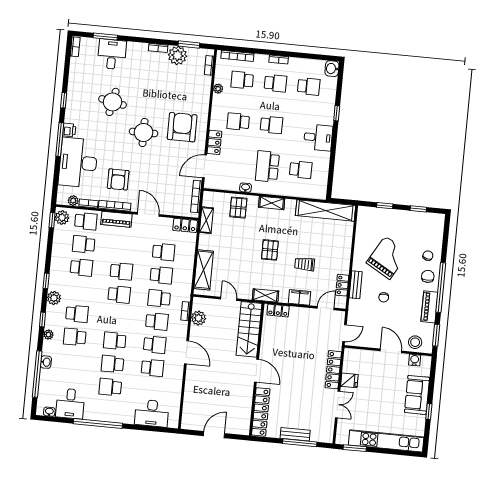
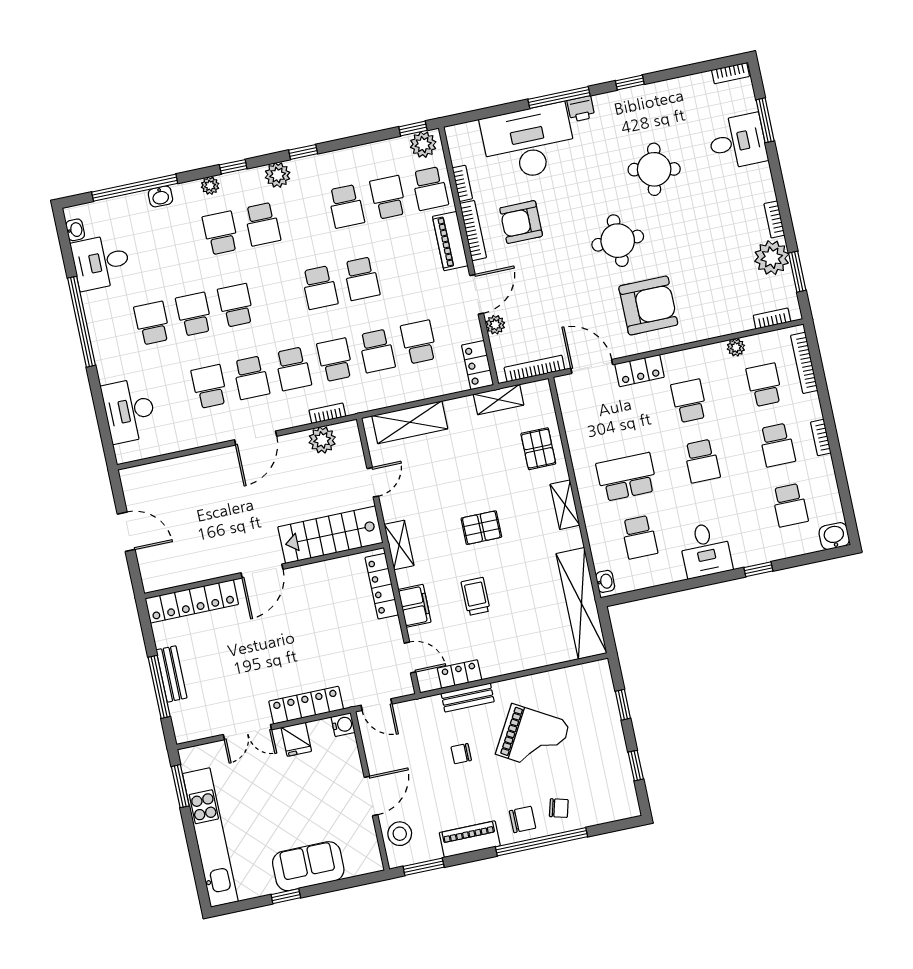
washbasin: (245, 188) -> (605, 581), moved
plant: (73, 201) -> (495, 325), moved
pallet: (238, 208) -> (538, 449), turned 90
school desk: (164, 252) -> (419, 342), turned 180
window: (441, 288) -> (541, 842), moved
locker: (278, 311) -> (382, 586), width x1.53
water cooler: (415, 360) -> (343, 725), moved
school desk: (152, 368) -> (209, 387), turned 180

